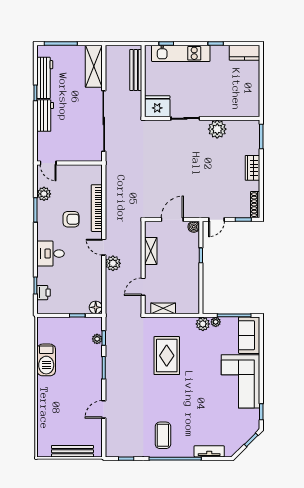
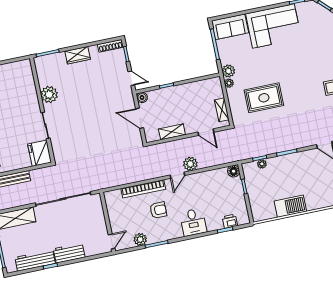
armchair: (71, 219) -> (158, 210), turned 90
plant: (216, 322) -> (229, 83), moved

